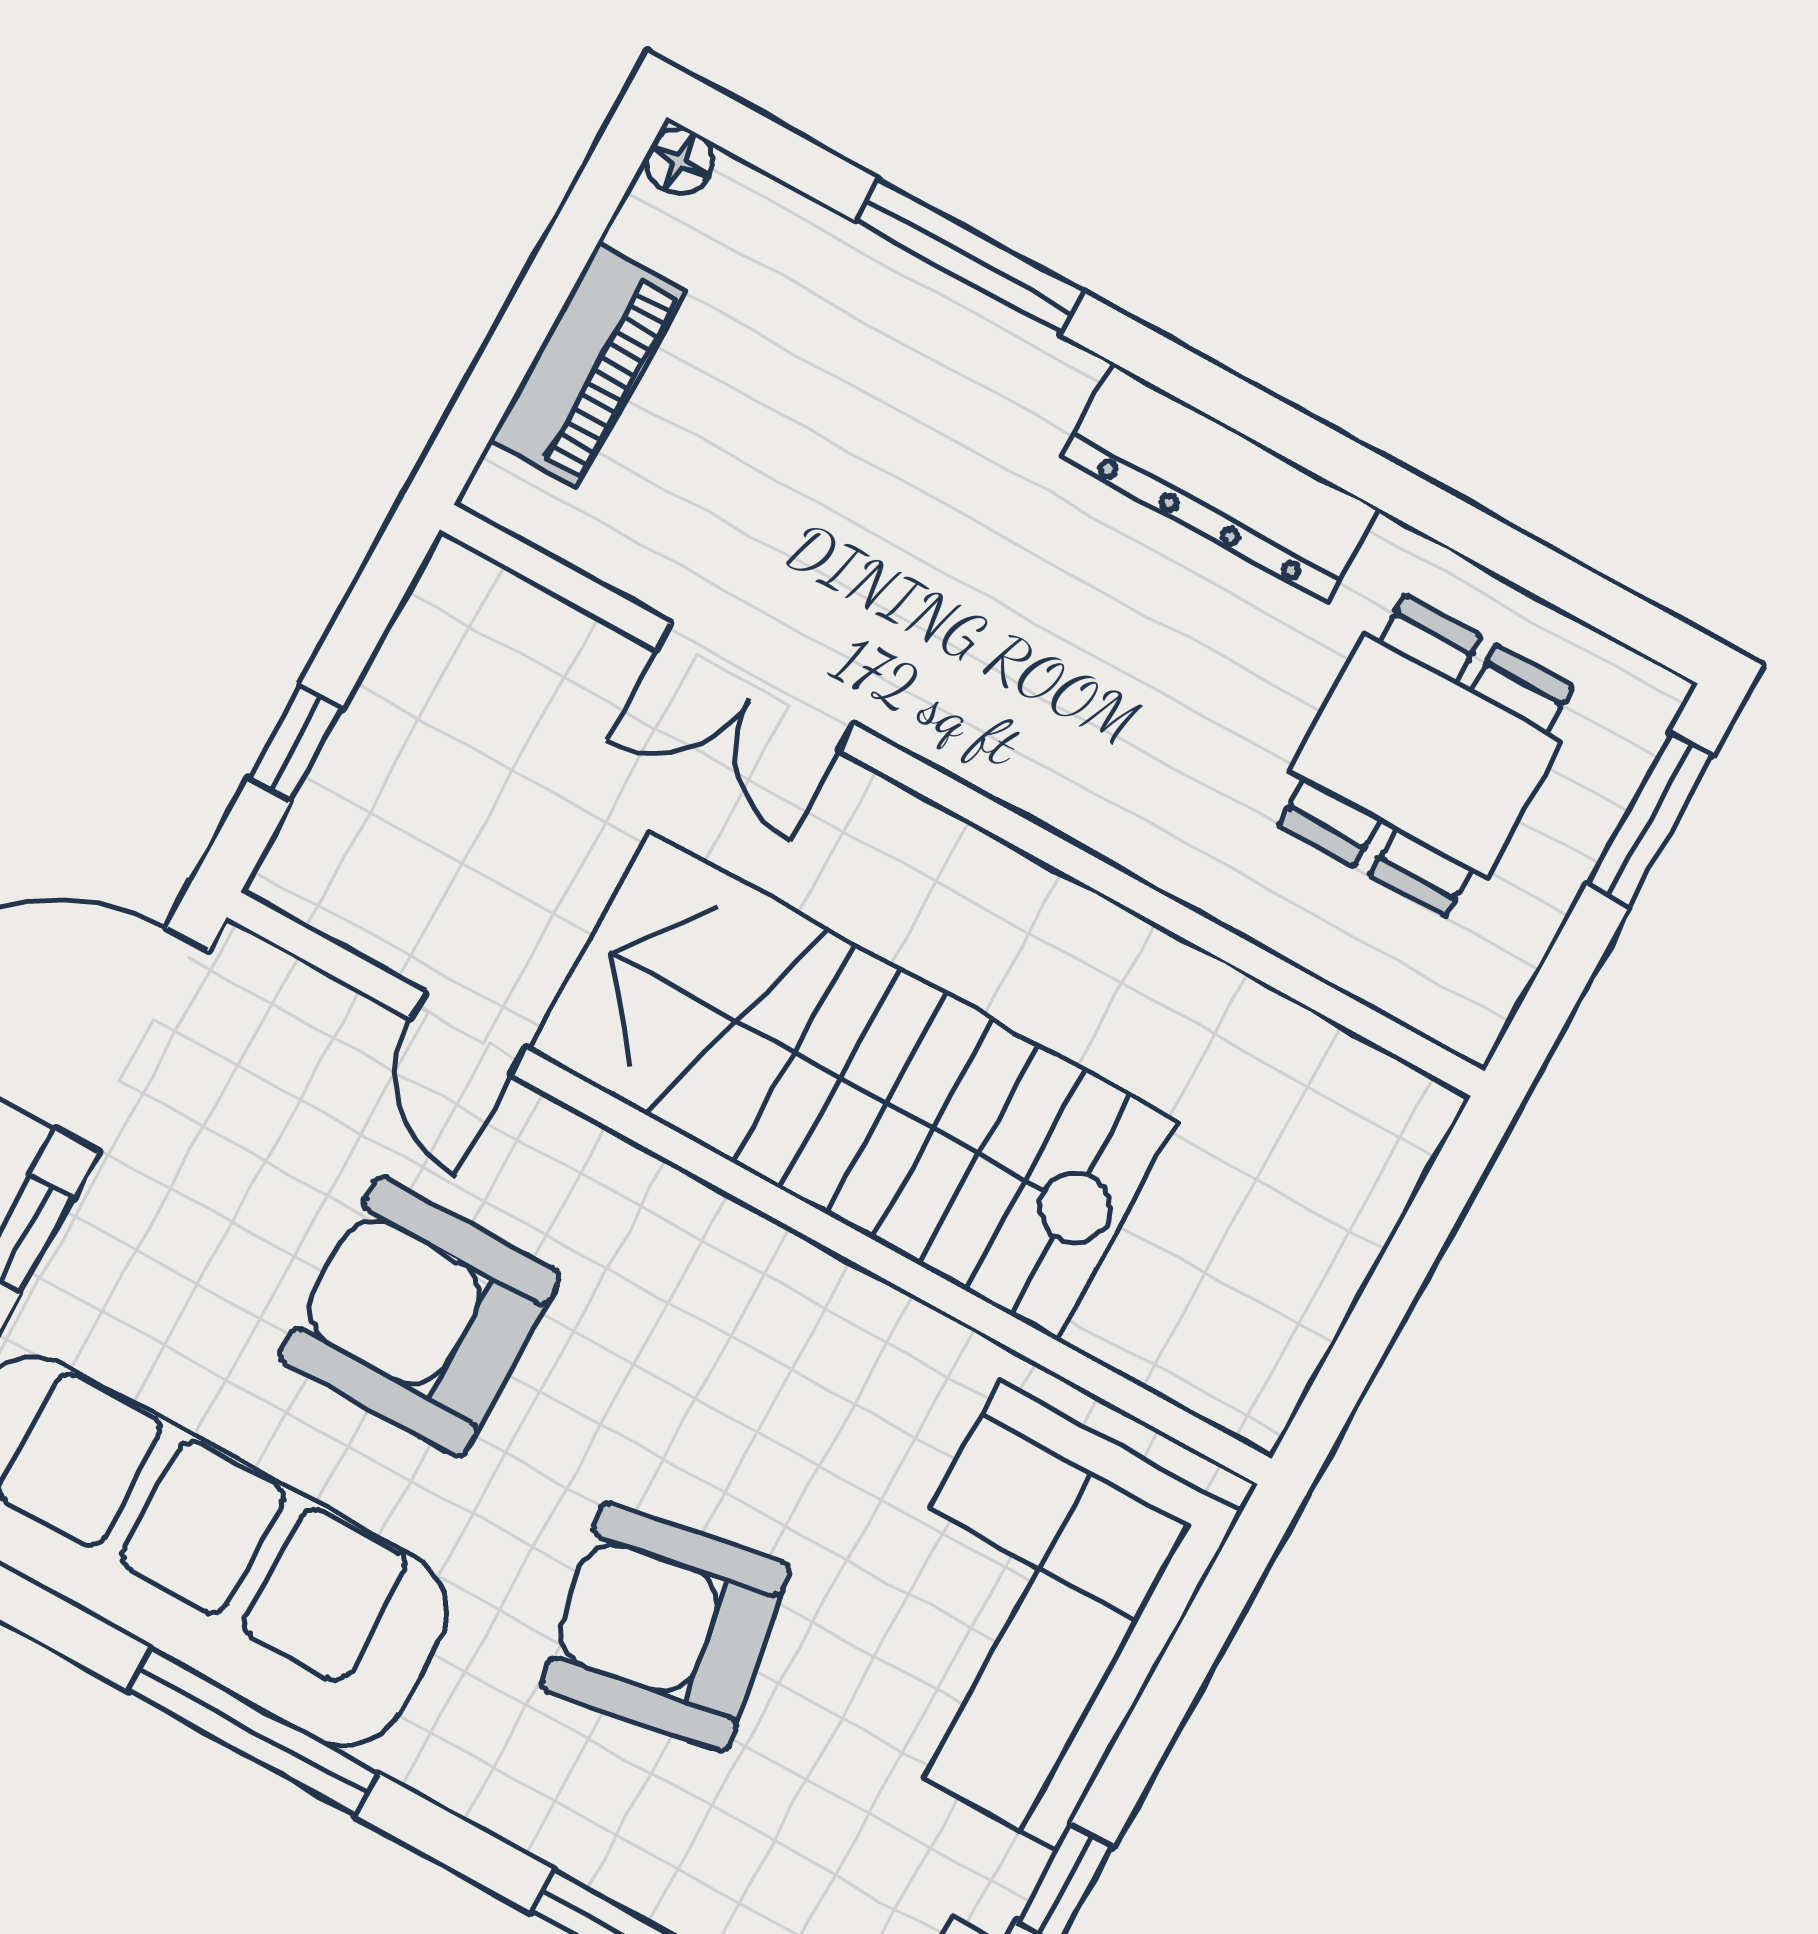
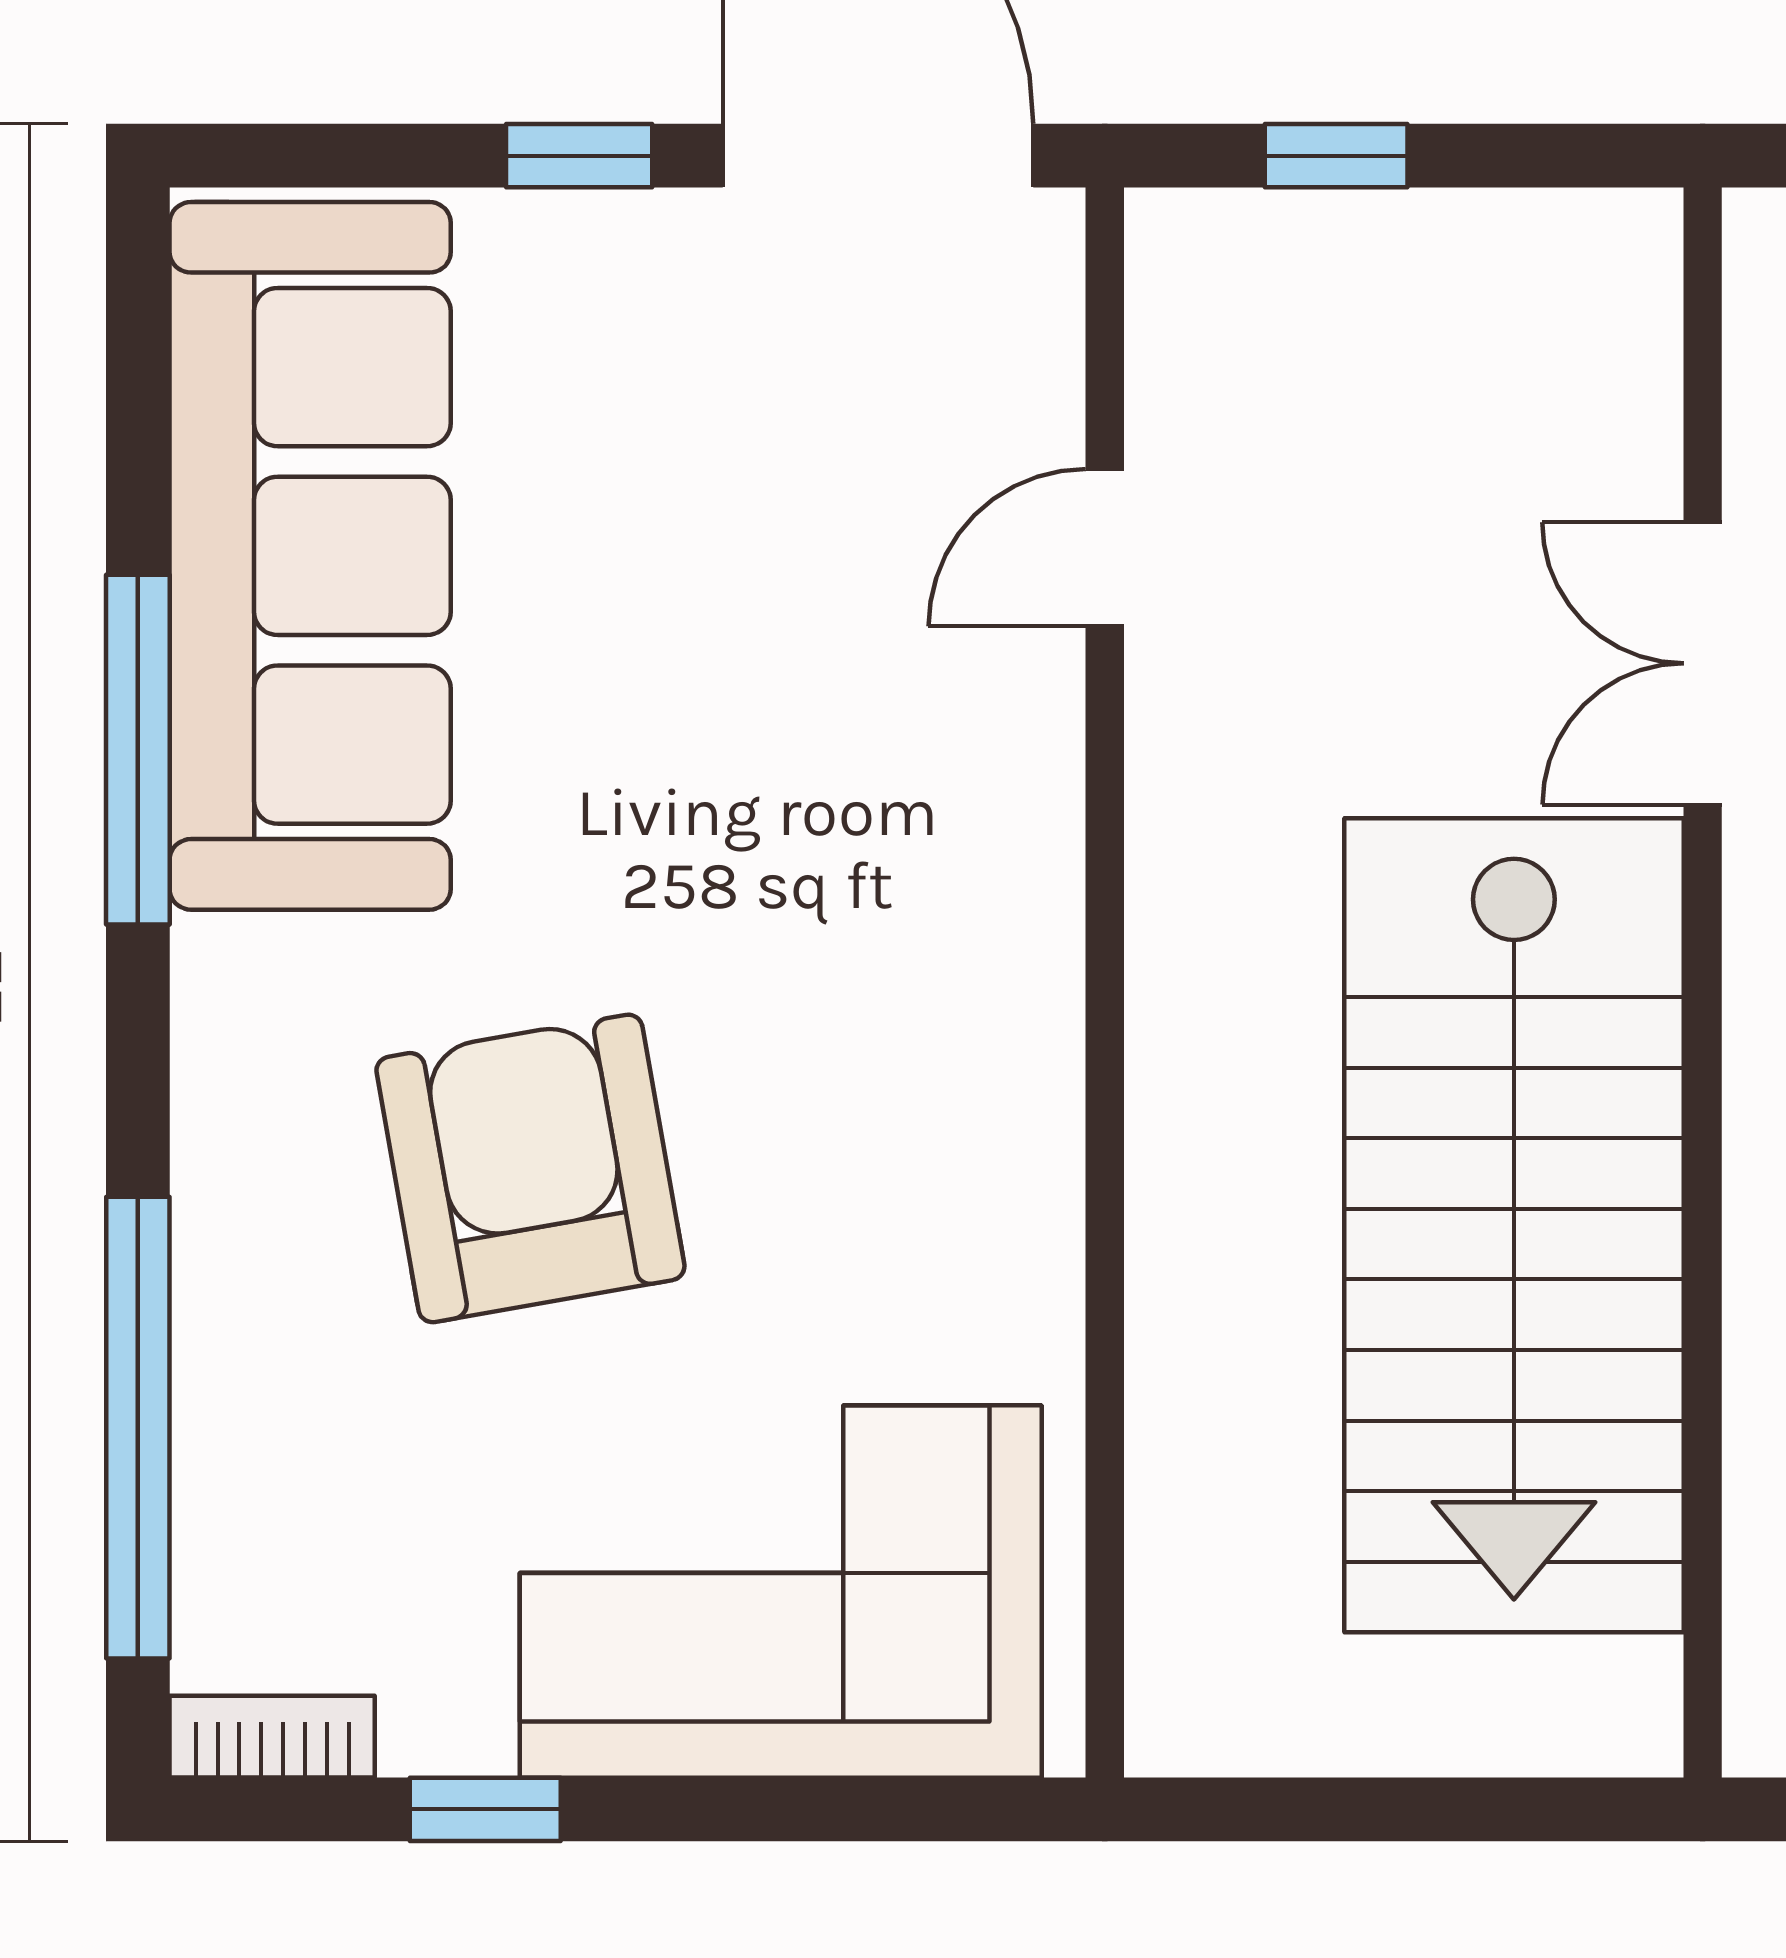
stairs: (853, 1086) -> (1514, 1225), moved, turned 180
armchair: (420, 1316) -> (738, 676), removed

